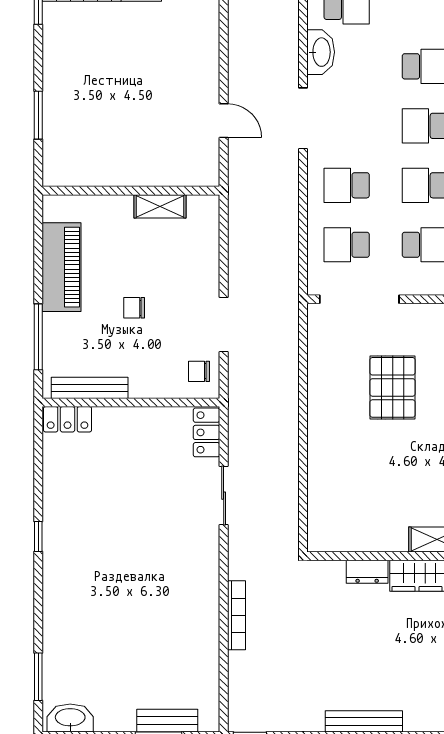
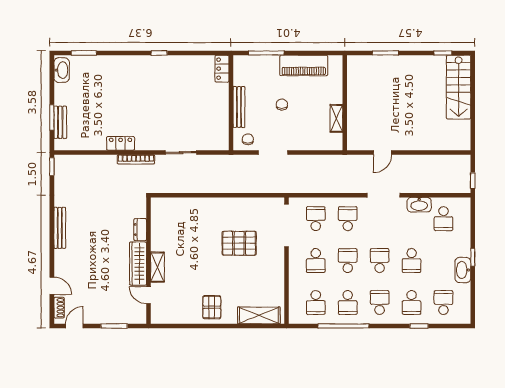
bench: (90, 388) -> (239, 107), moved
locker: (207, 432) -> (121, 143), moved
bookcase: (236, 615) -> (136, 159), moved

